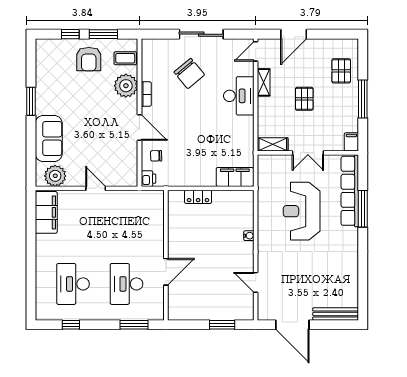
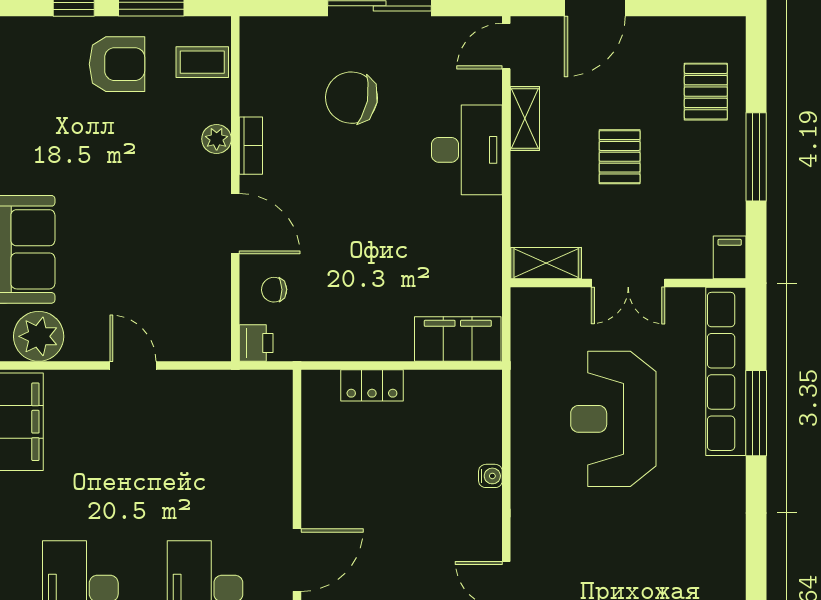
armchair: (89, 59) -> (117, 64), turned -90
chair: (189, 73) -> (351, 98), turned 141
plant: (126, 86) -> (217, 139), width x0.53, depth x0.53

